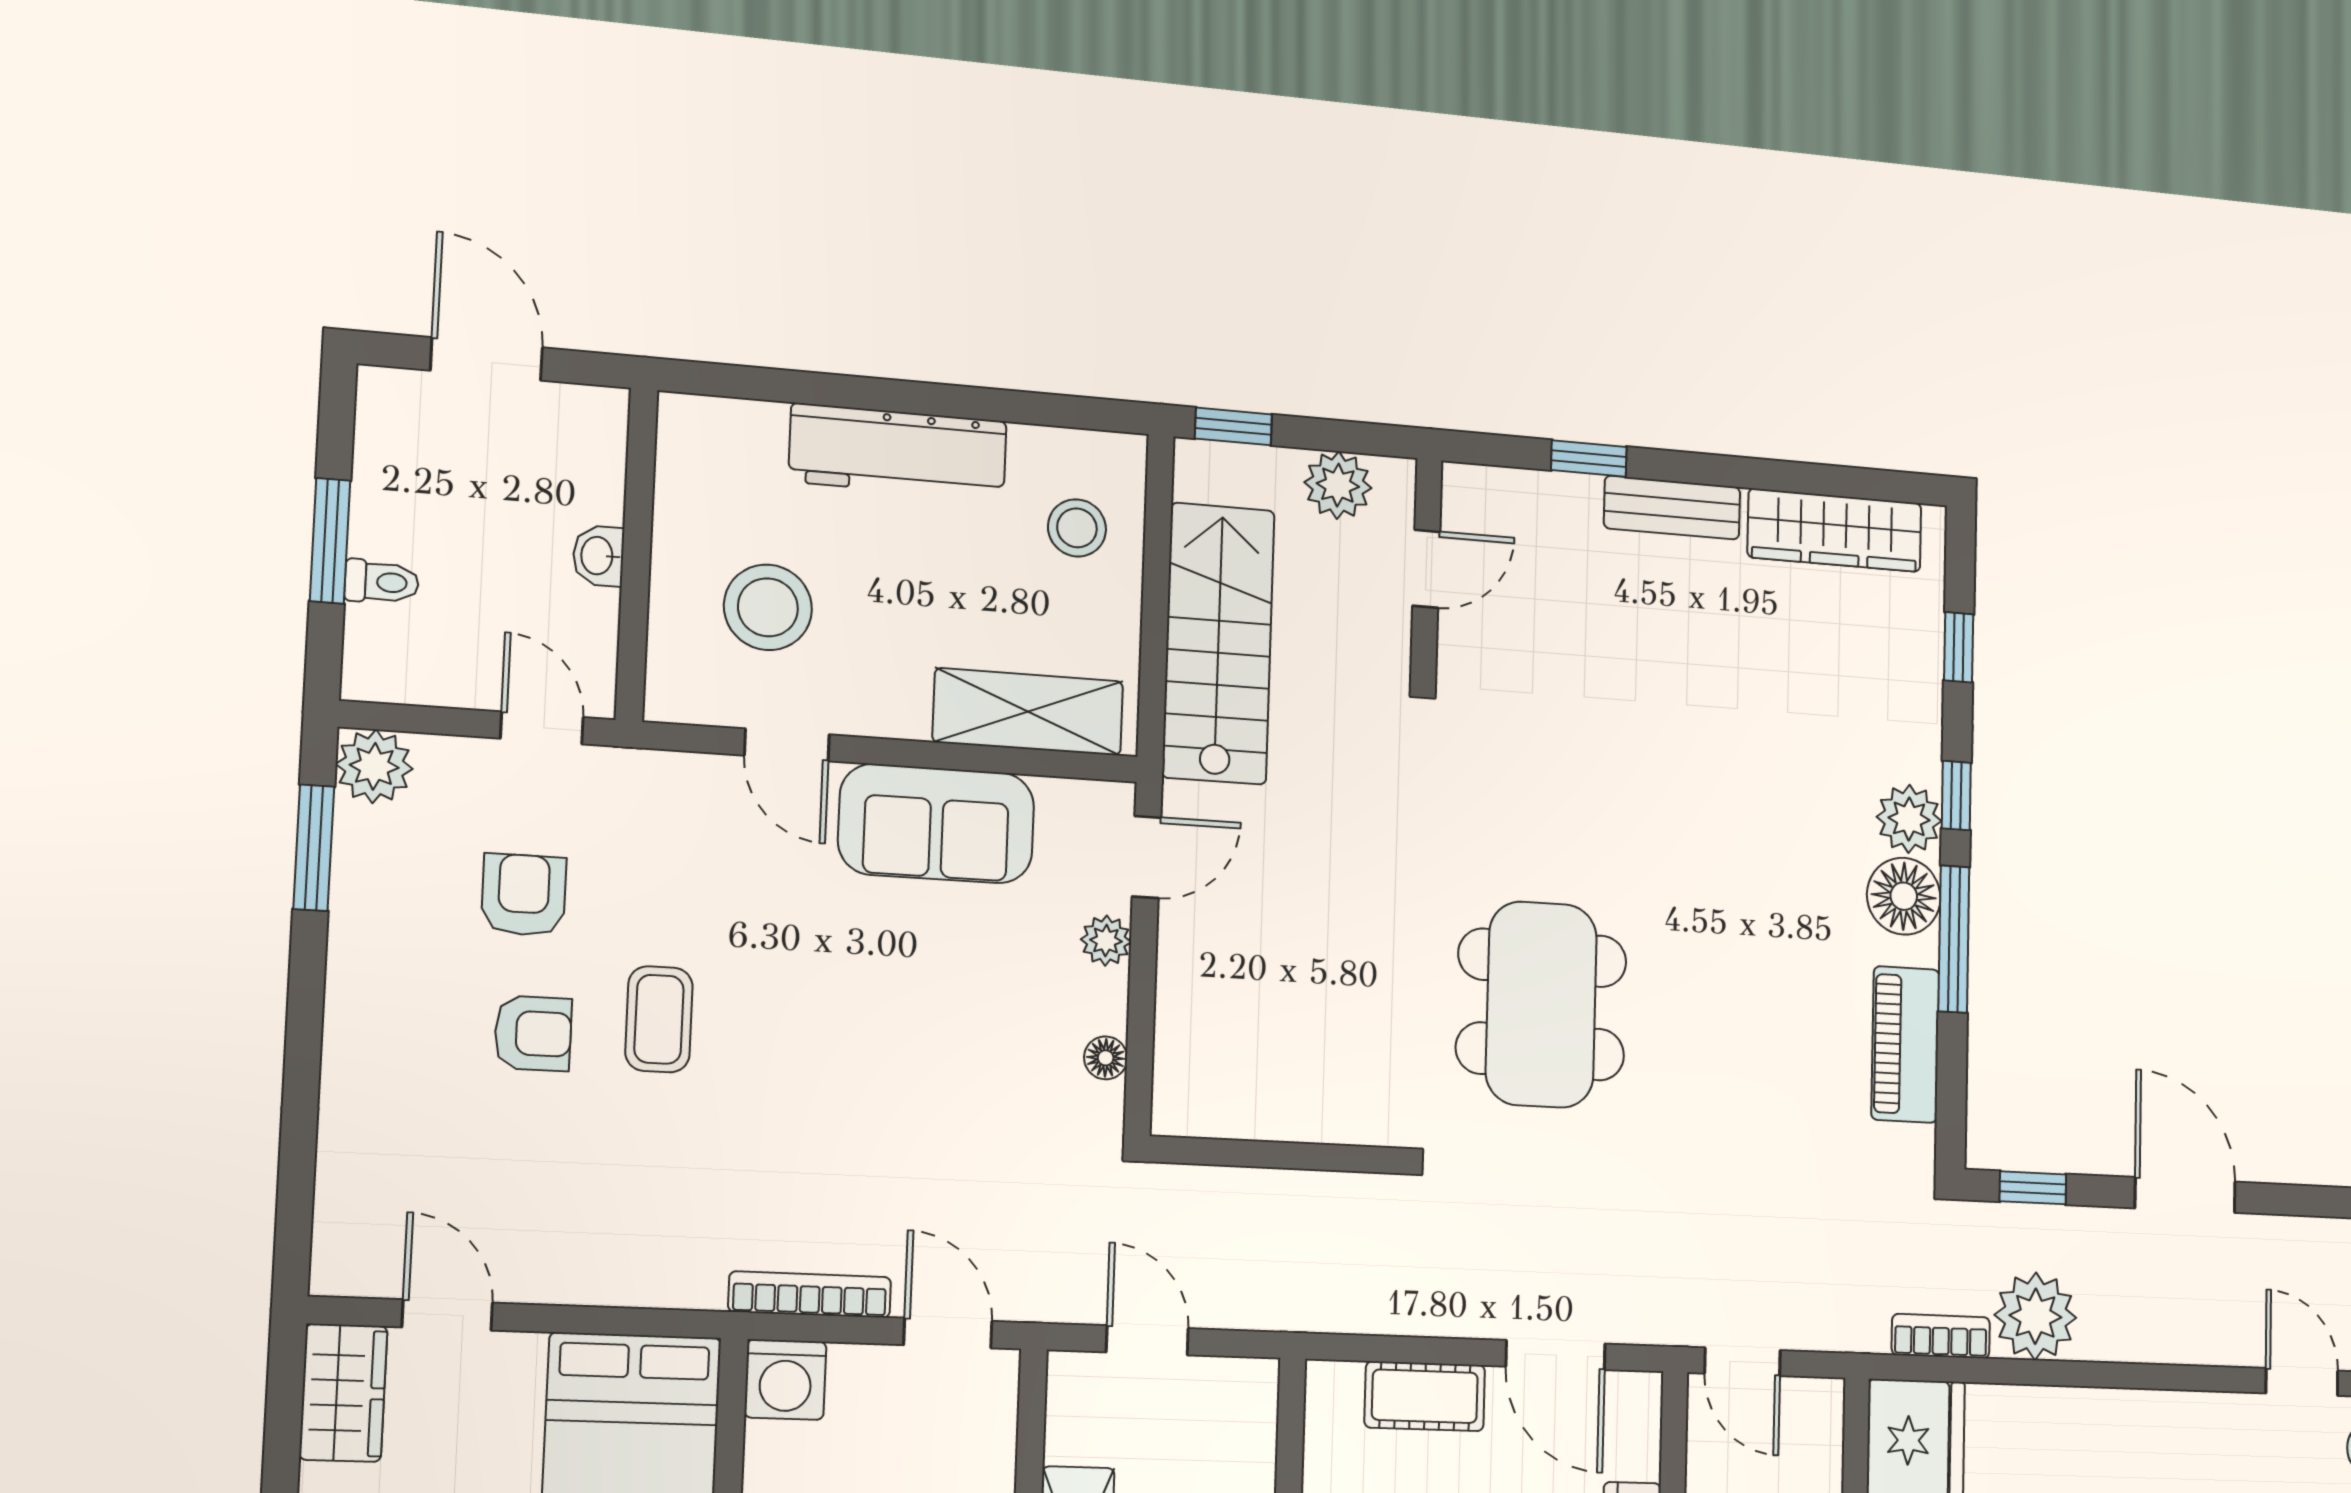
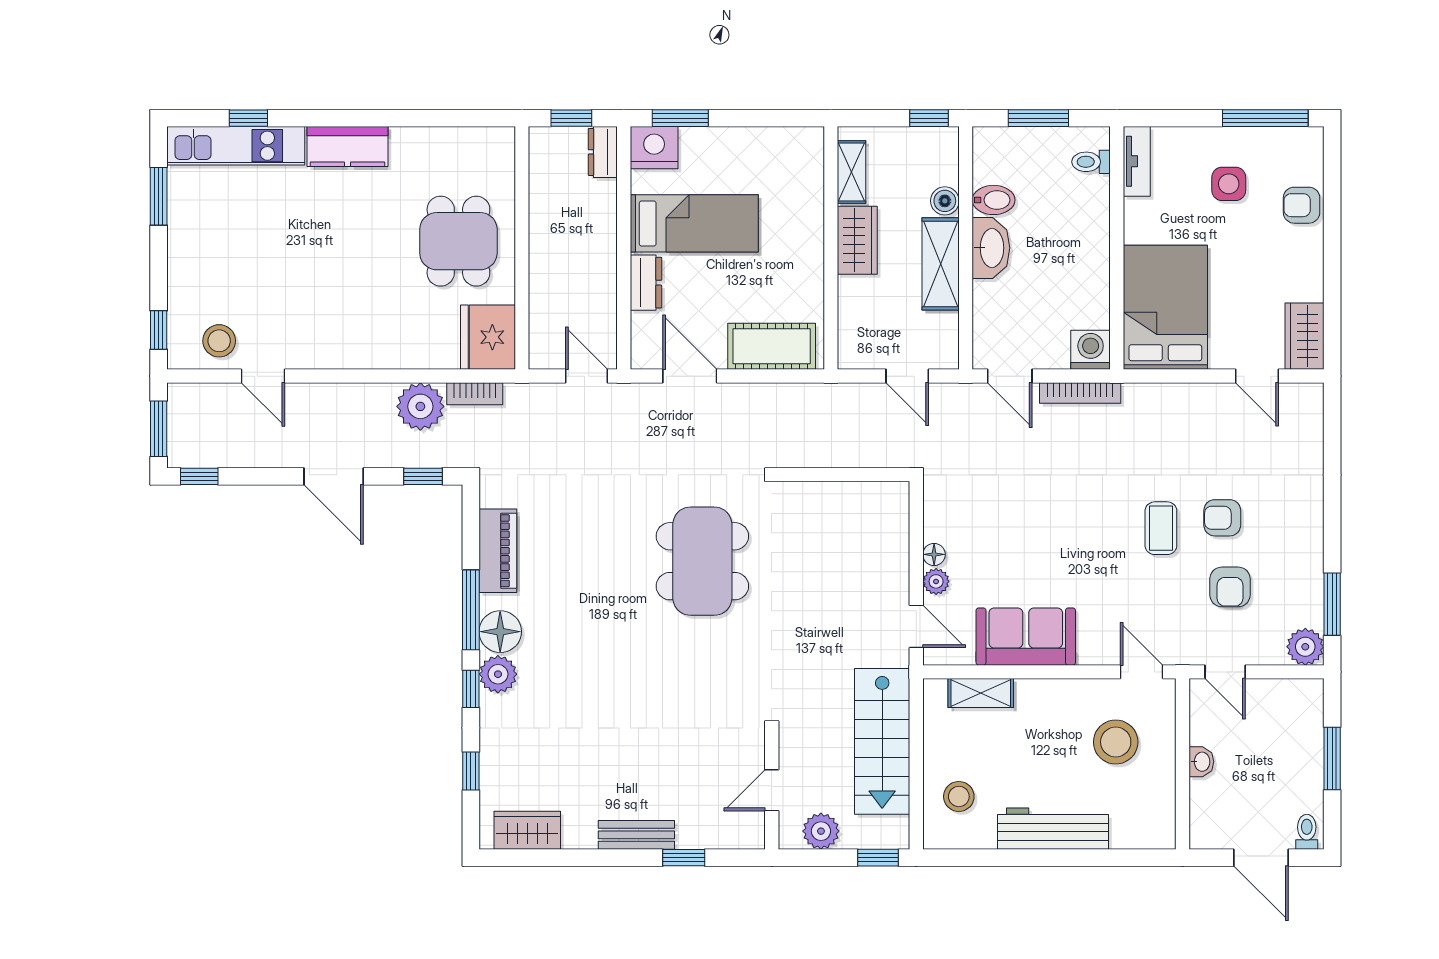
wardrobe: (1835, 530) -> (527, 830), width x0.67
toilet: (382, 582) -> (1307, 832), moved, turned 90
shelving: (1028, 712) -> (981, 693), width x0.67, depth x0.75
door: (787, 745) -> (1142, 672), moved
door: (1147, 857) -> (916, 626), swing flipped
floor lamp: (1106, 1058) -> (934, 554), moved
cot: (1425, 1396) -> (772, 346), width x1.37, depth x1.34

